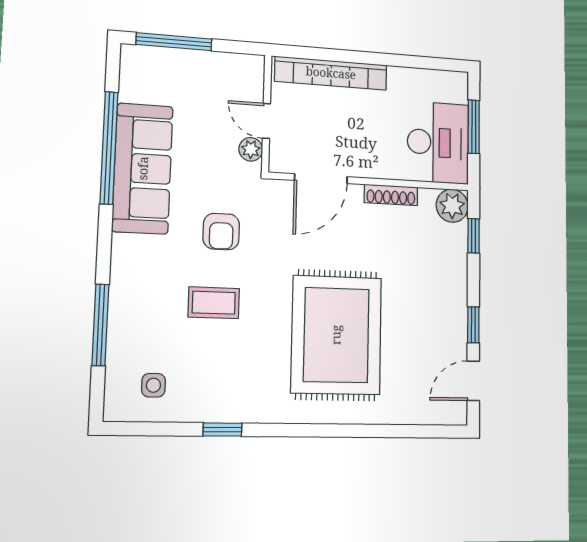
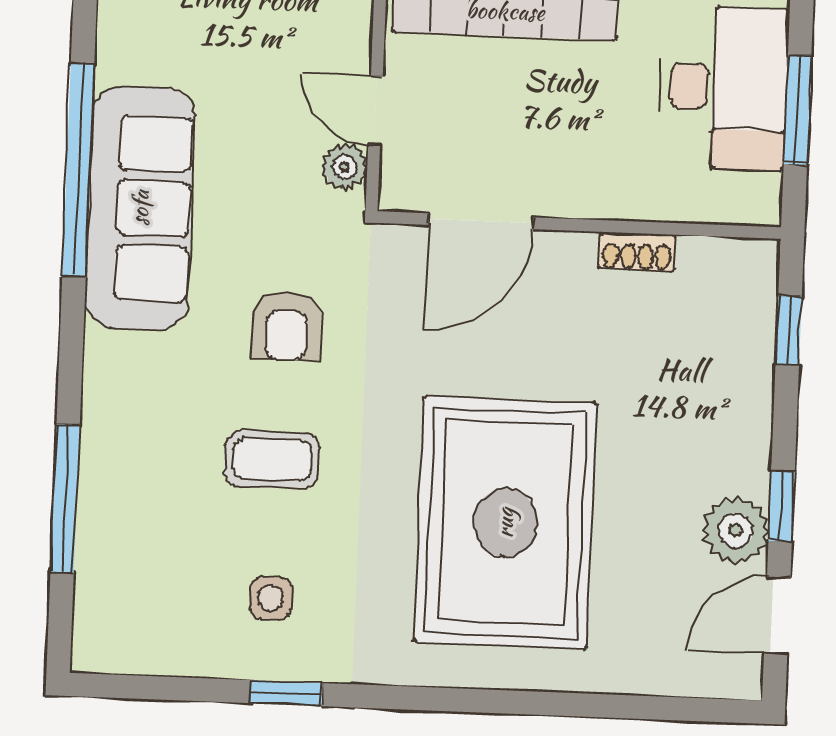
desk: (438, 143) -> (723, 87), moved
shoe rack: (391, 195) -> (637, 252), width x0.70
plant: (452, 206) -> (736, 530), moved
side table: (153, 385) -> (271, 598), moved

